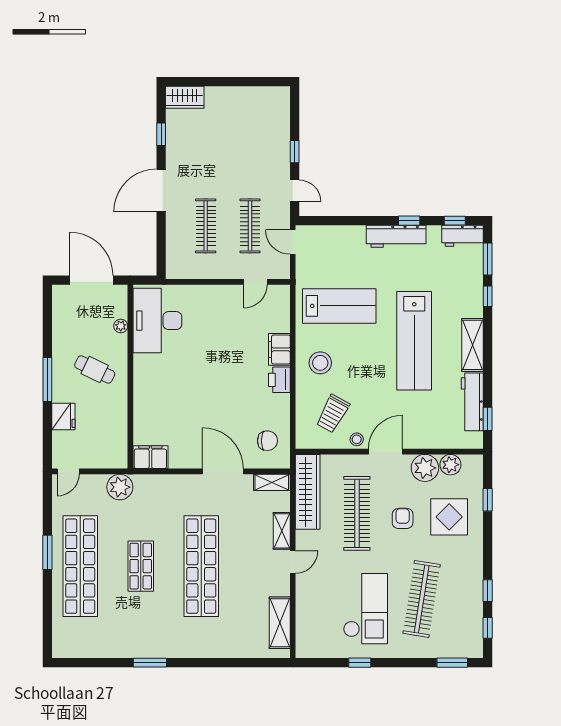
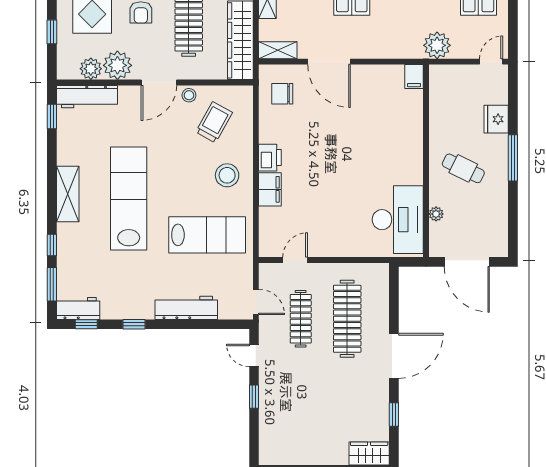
clothes rail: (206, 226) -> (347, 319), width x1.37, depth x1.31
workbench: (396, 236) -> (186, 308), moved
lab bench: (339, 306) -> (207, 235), turned 180
workbench: (472, 402) -> (87, 97), moved, turned 90
filing cabinet: (150, 457) -> (414, 77), width x0.50

